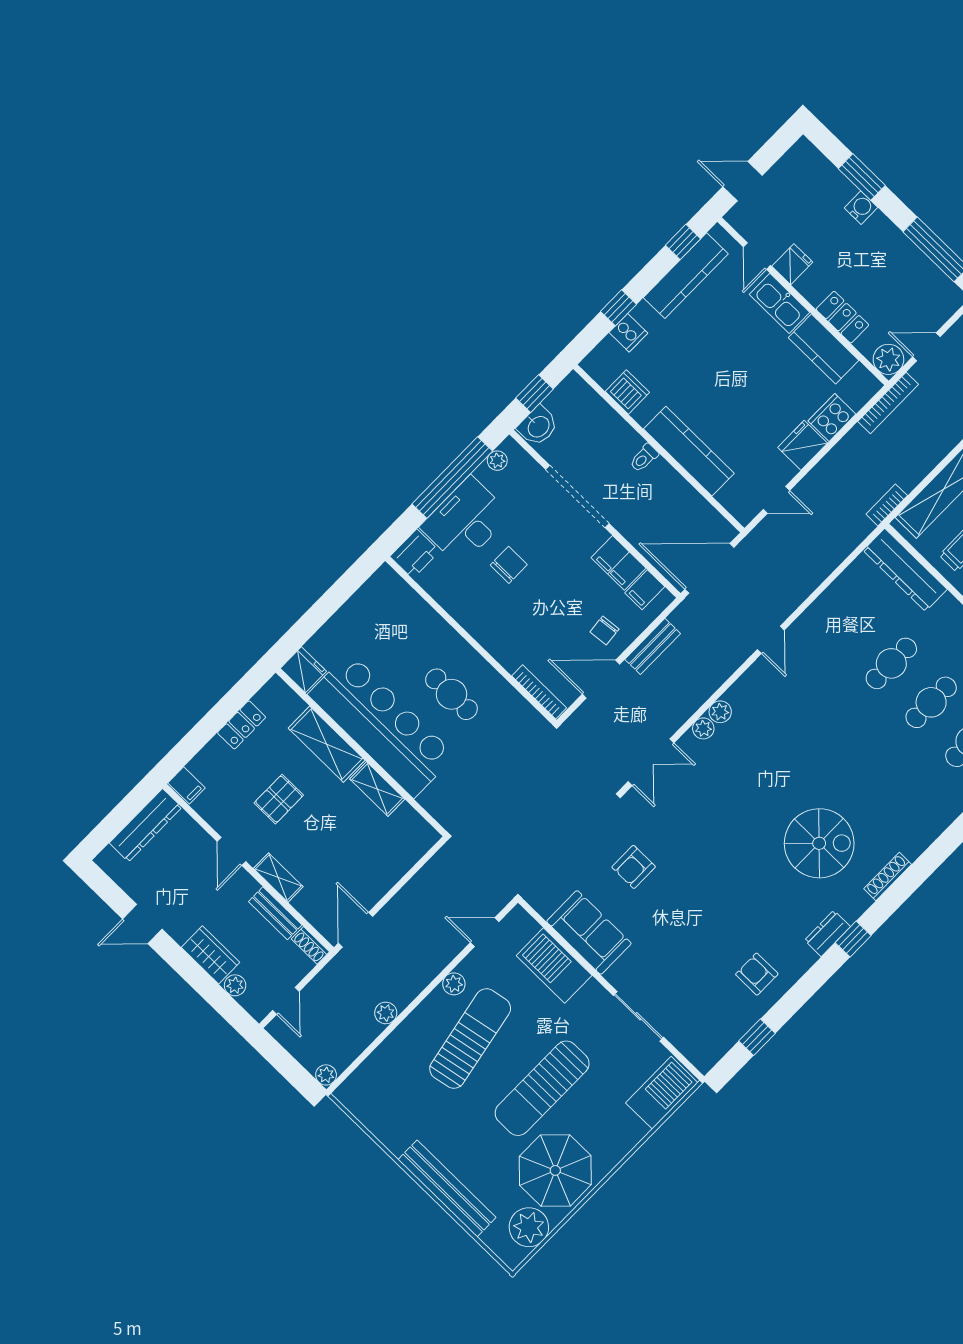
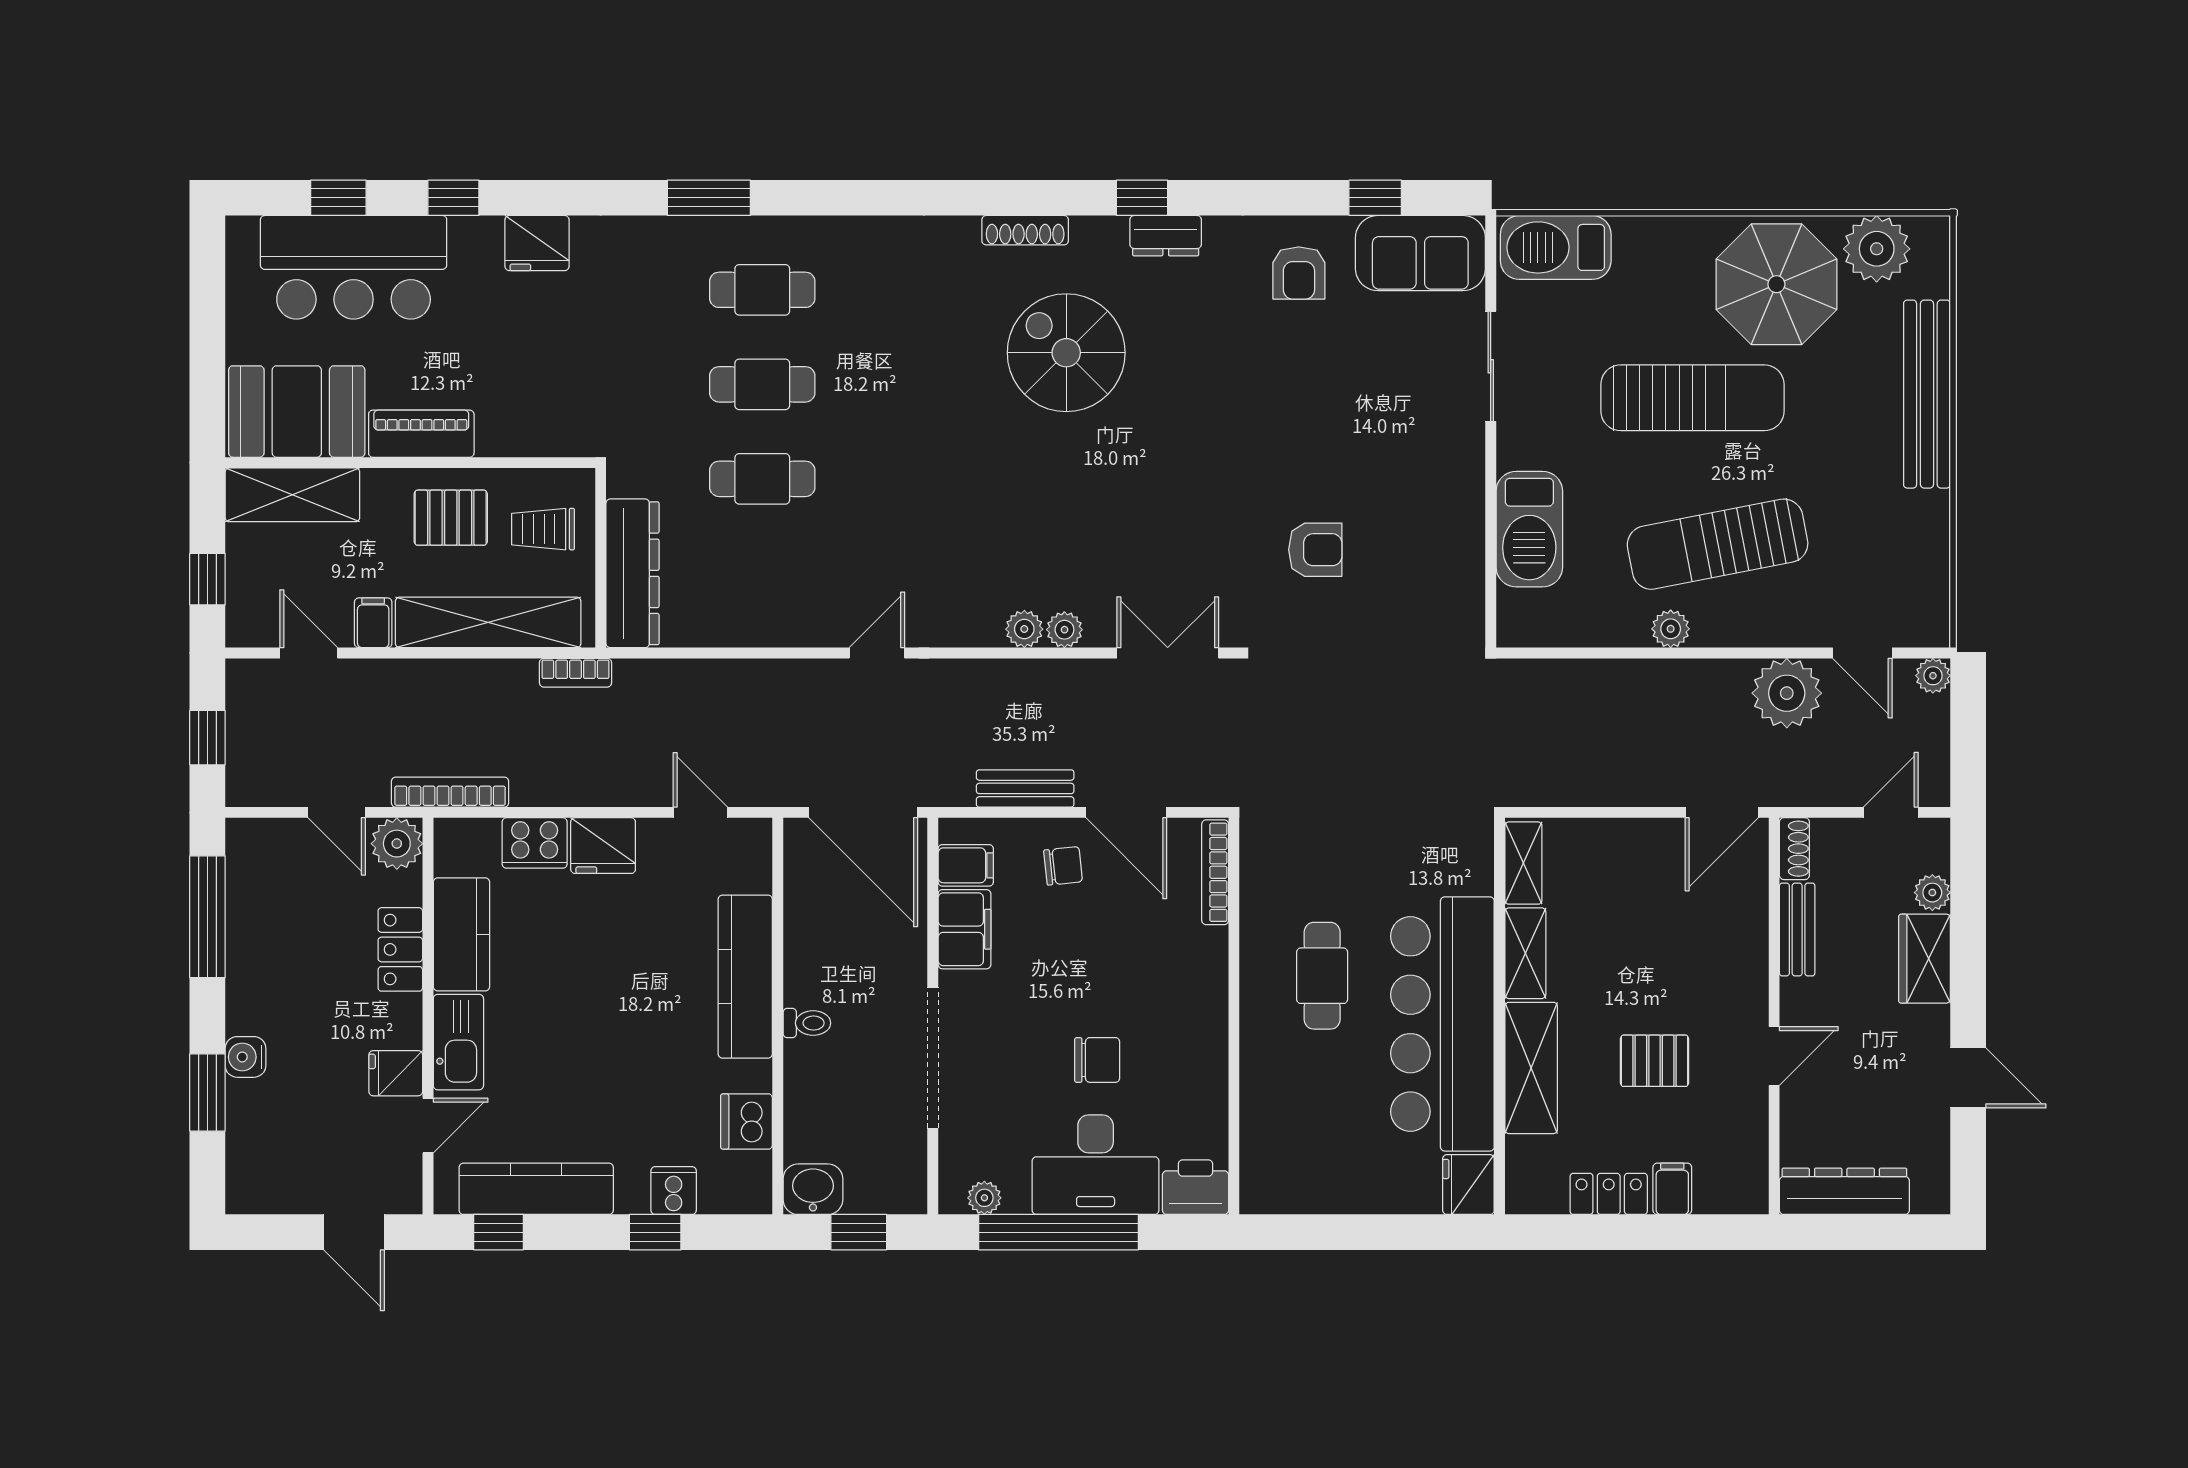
washbasin: (538, 426) -> (813, 1189), moved
chair: (509, 565) -> (1097, 1060), turned 180
filing cabinet: (187, 785) -> (1672, 1189), moved
shelving: (278, 878) -> (1523, 863), moved
door: (485, 932) -> (1862, 653), moved
sofa: (589, 932) -> (1420, 253), moved, turned -90
plant: (386, 1013) -> (1787, 693), width x1.88, depth x1.88

